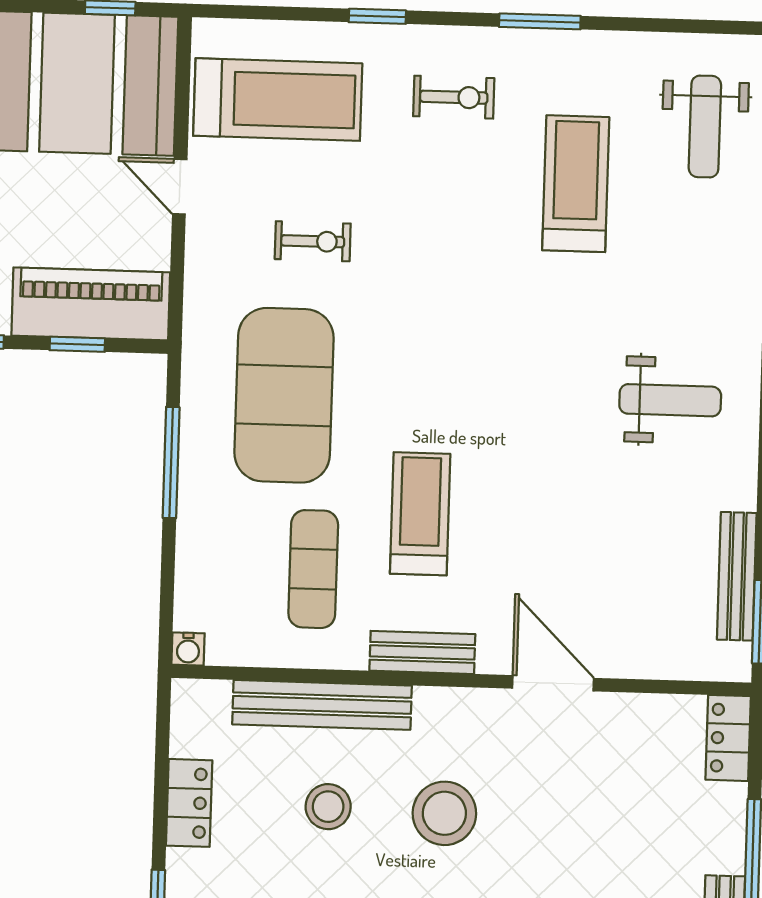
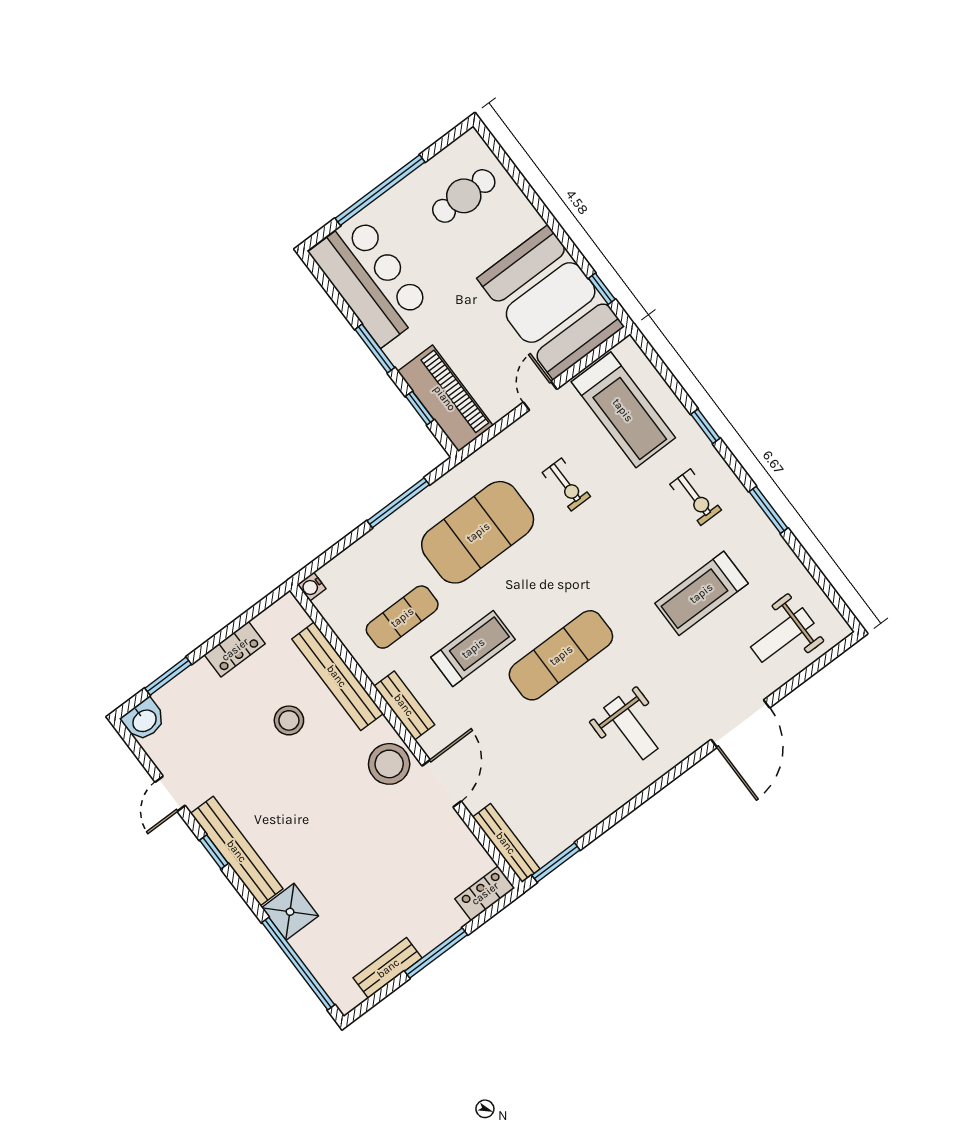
treadmill: (576, 184) -> (701, 593), turned 180
exercise mat: (514, 414) -> (561, 655), added
bench: (737, 576) -> (506, 843), moved, turned 90
stool: (444, 813) -> (389, 764), moved

